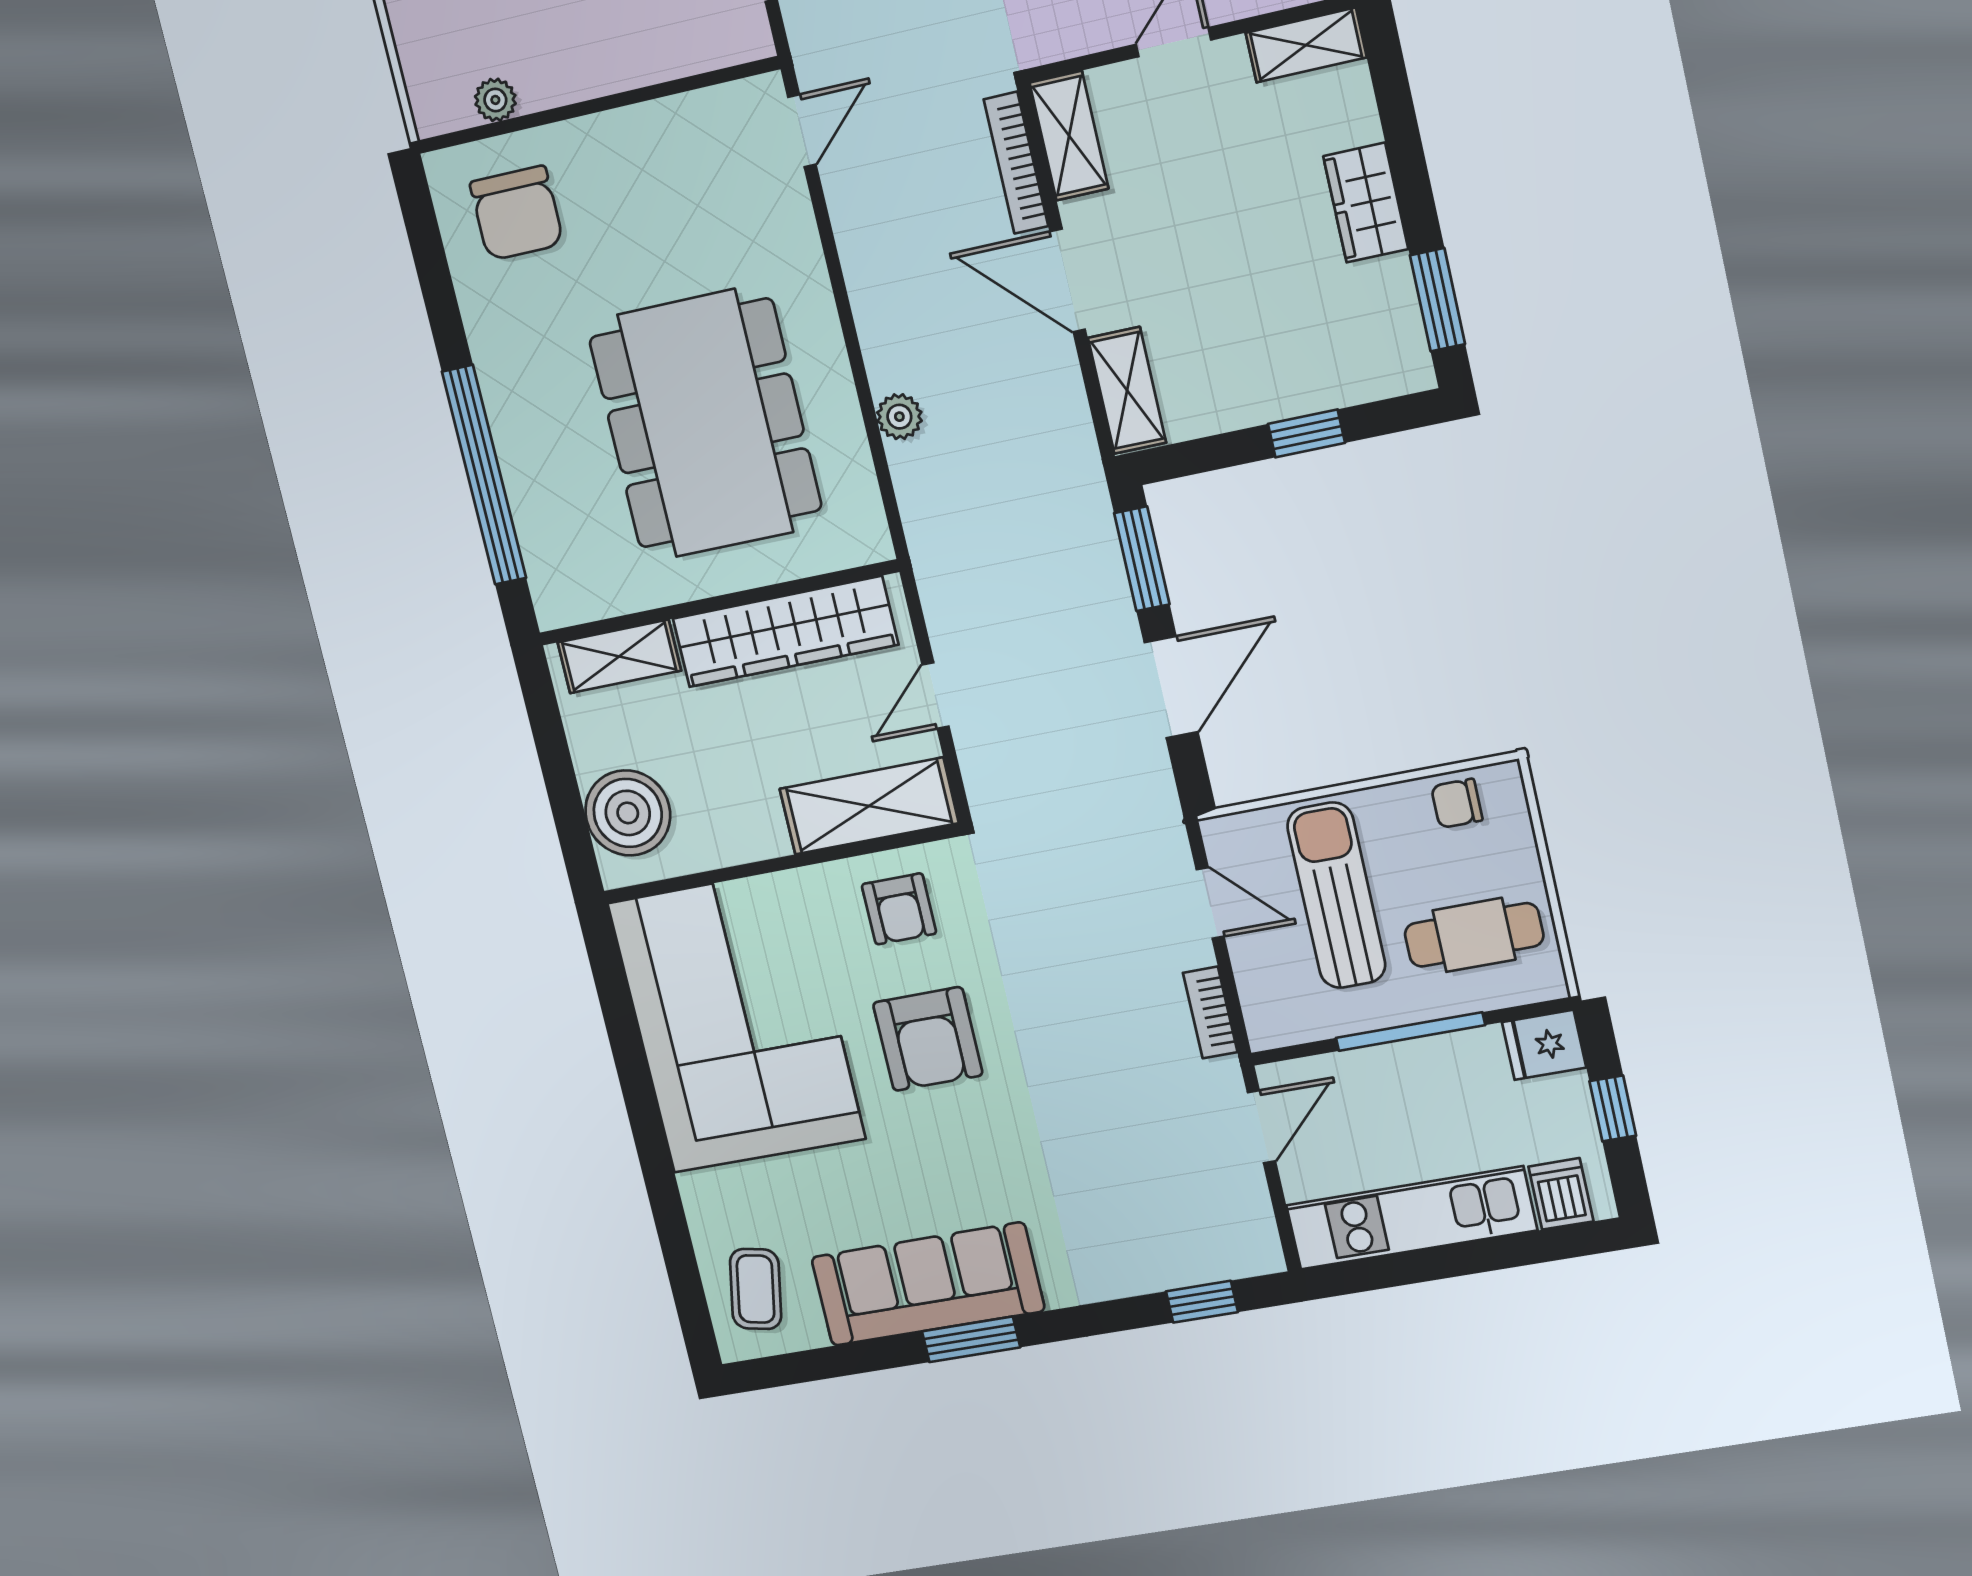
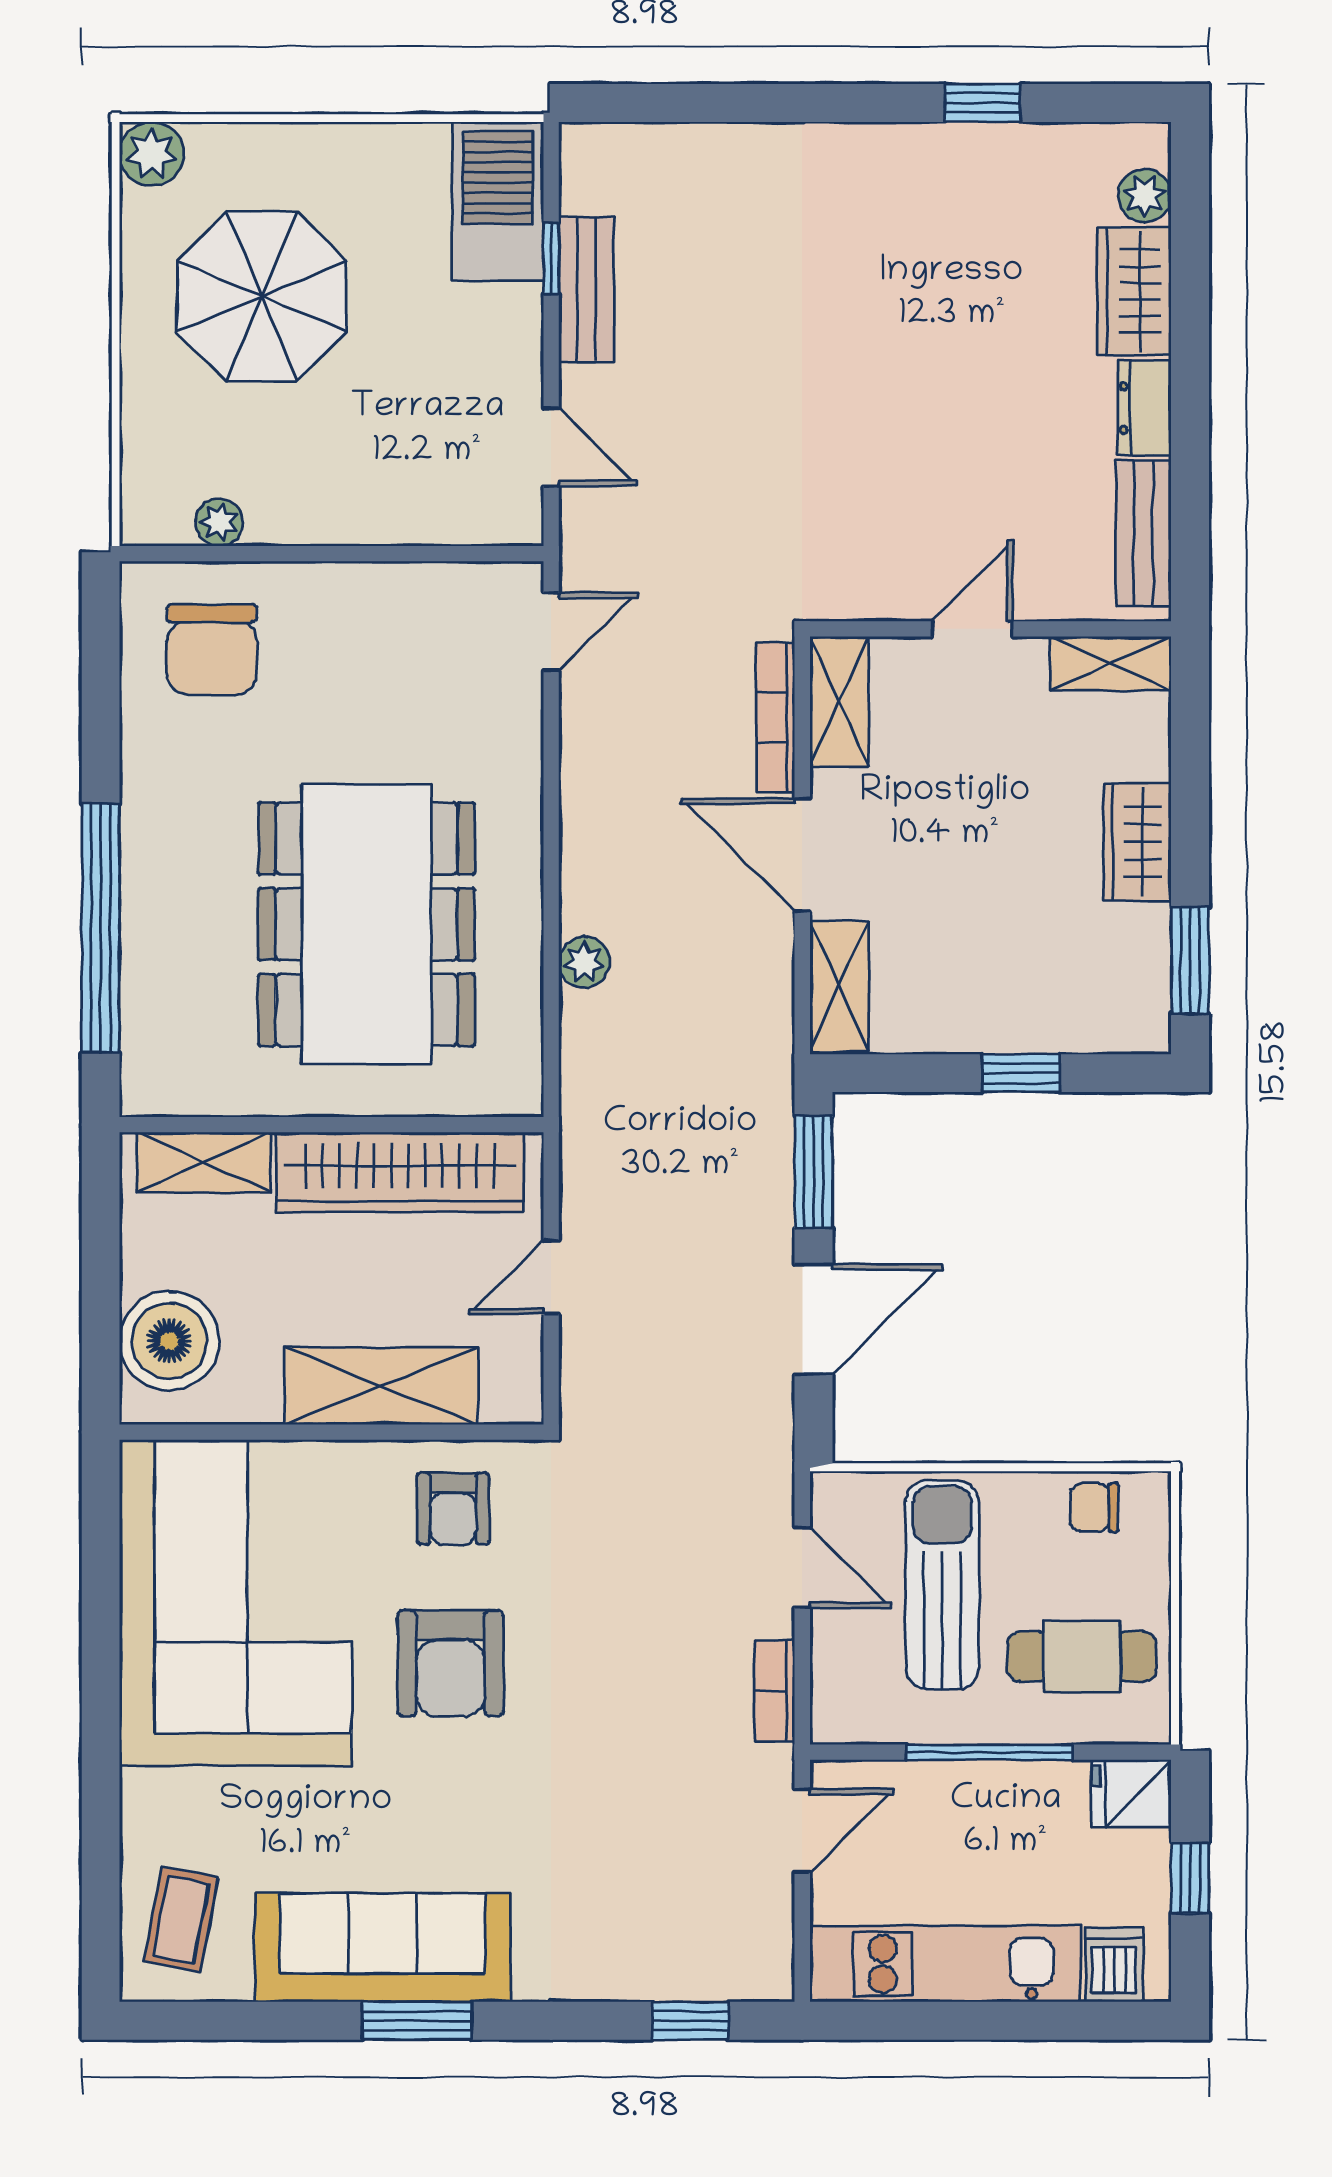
shelving: (869, 806) -> (381, 1386), moved

